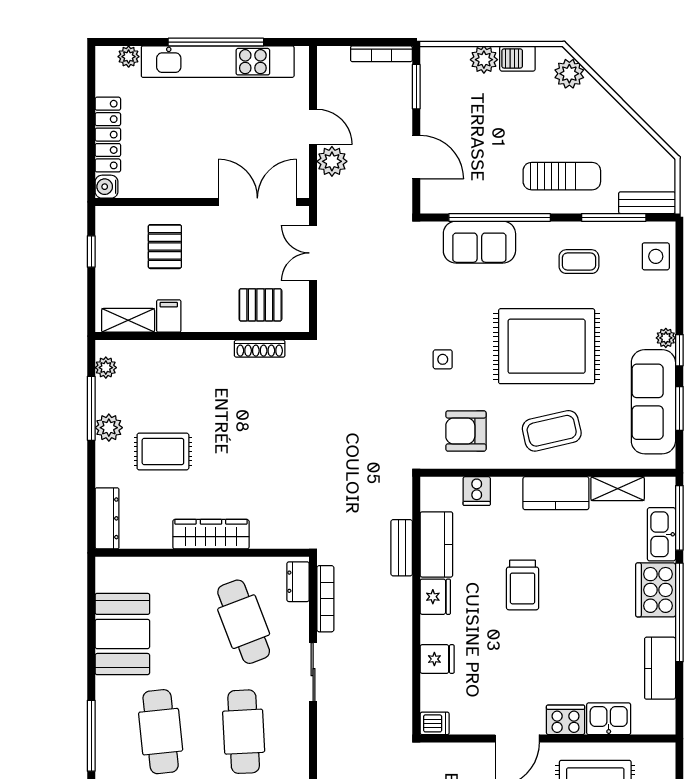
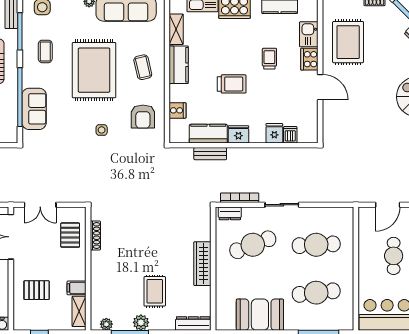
coffee table: (552, 431) -> (143, 67), width x0.73, depth x0.77
trolley: (567, 651) -> (269, 59), added
dishwasher: (435, 723) -> (290, 135), moved

